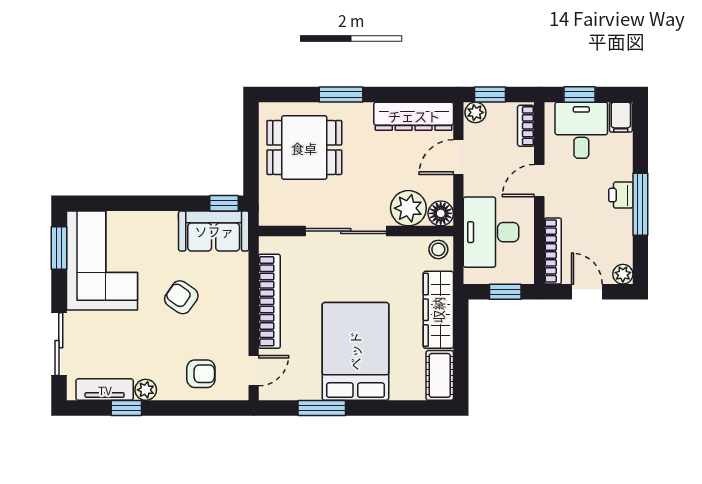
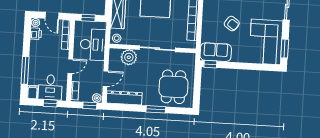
dining table: (304, 148) -> (173, 87), turned 90
printer: (621, 195) -> (36, 34), moved
window: (640, 204) -> (25, 70), moved
floor lamp: (441, 213) -> (115, 54), removed

